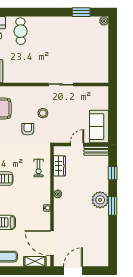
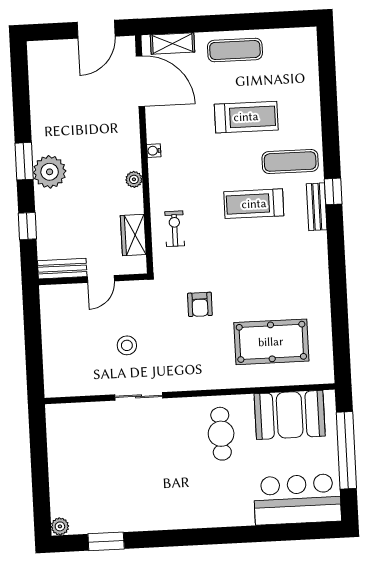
cafe table: (21, 31) -> (221, 434), moved
stool: (43, 113) -> (127, 345), moved
sofa: (99, 127) -> (59, 317), removed

